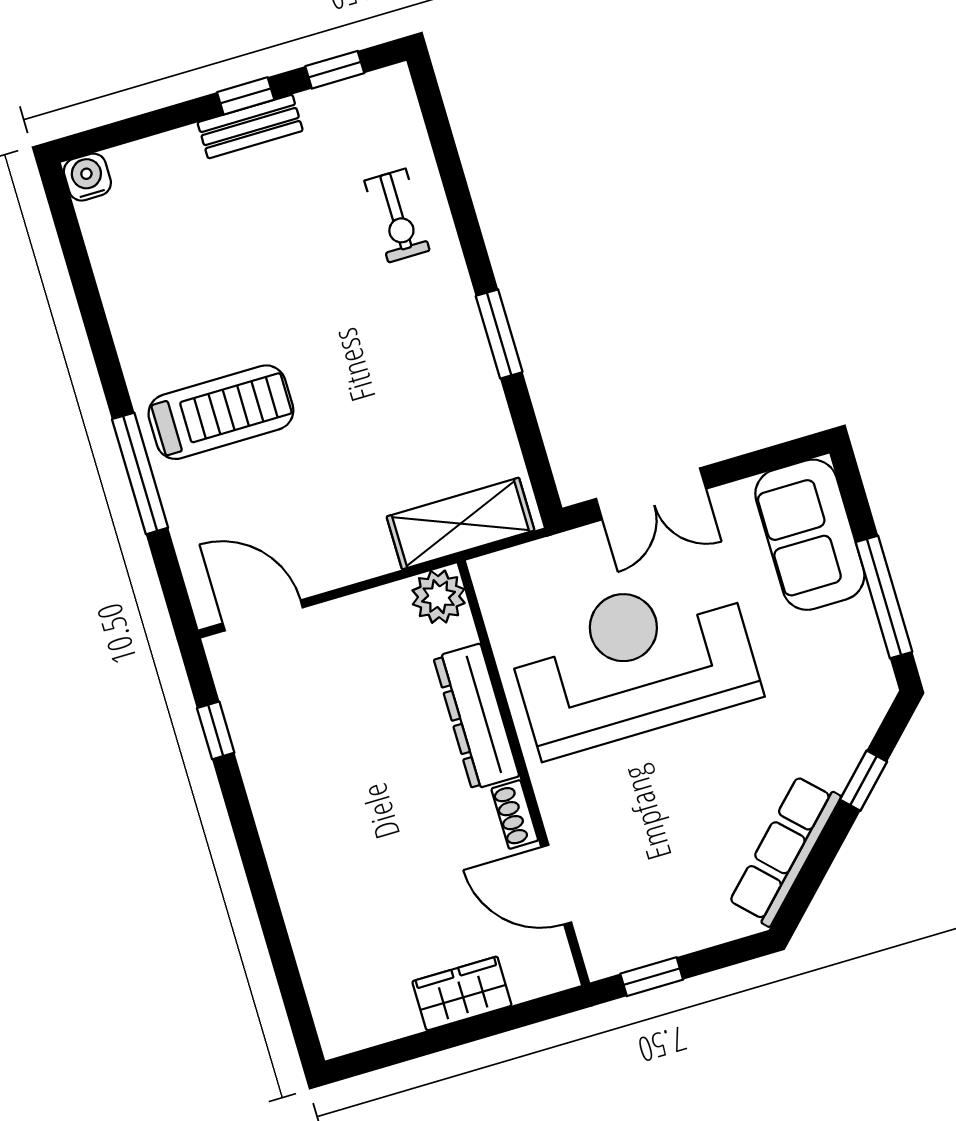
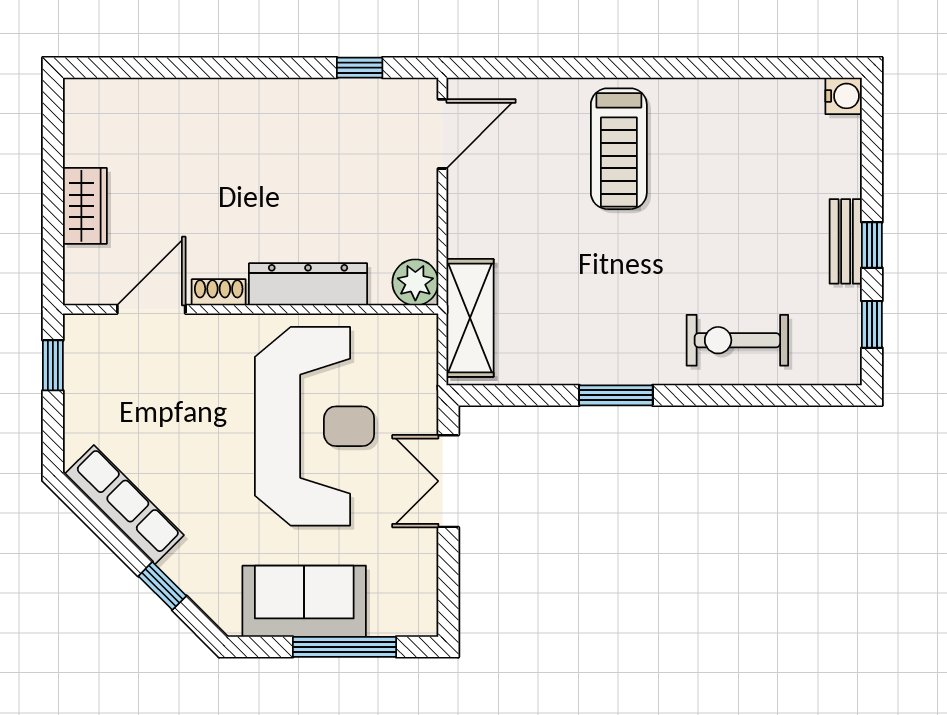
exercise bike: (397, 216) -> (737, 340), width x1.38, depth x1.39
window: (140, 473) -> (588, 68), removed
sofa: (810, 535) -> (304, 601), moved
window: (884, 597) -> (345, 647), moved

